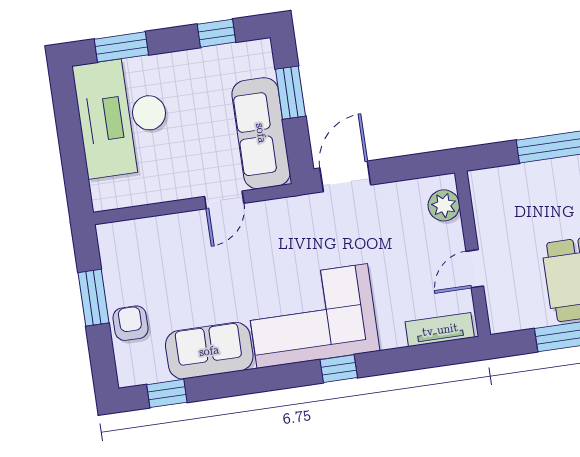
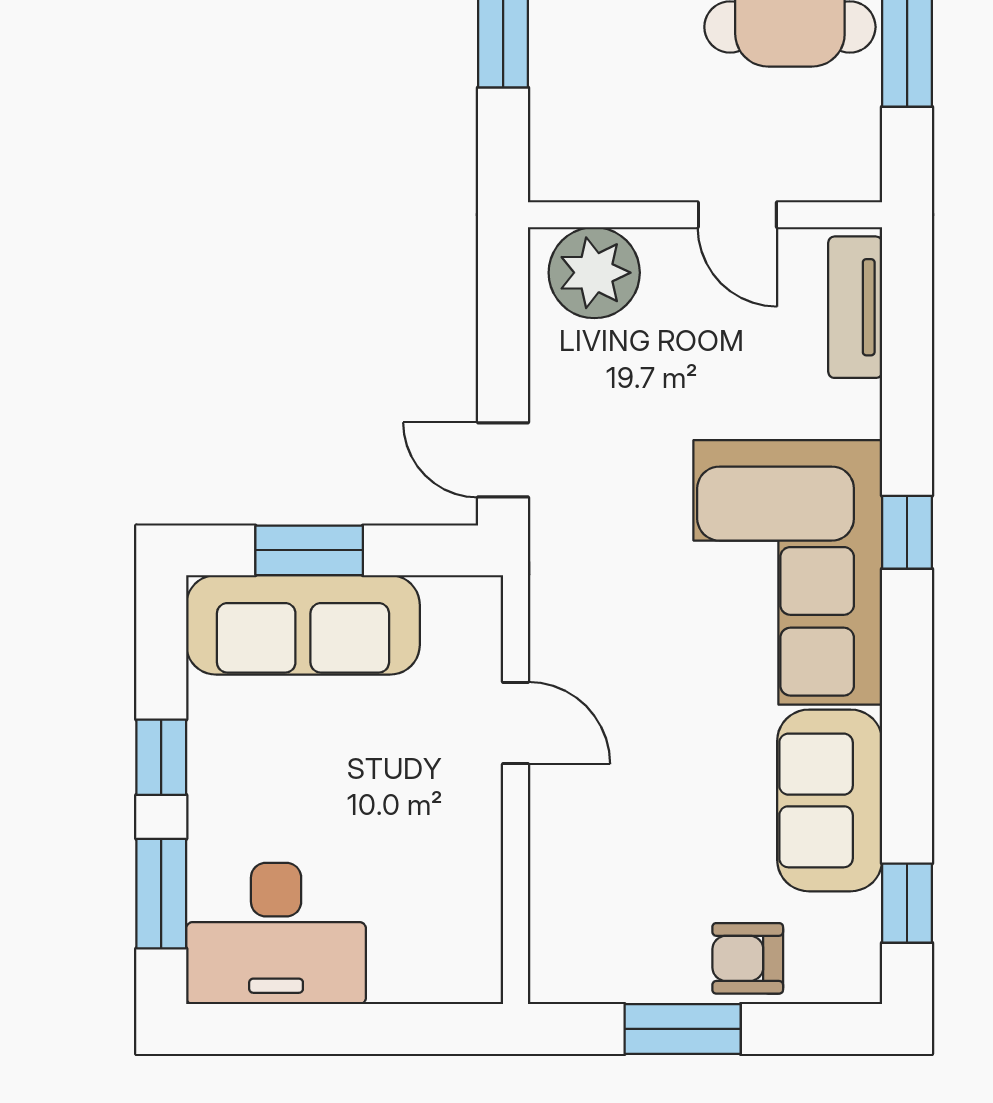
window: (216, 33) -> (161, 757), moved
desk: (123, 117) -> (276, 933), width x0.73, depth x0.77
sofa: (261, 133) -> (303, 625), moved
door: (345, 176) -> (503, 460), width x0.73
plant: (444, 205) -> (594, 273), width x1.36, depth x1.36

